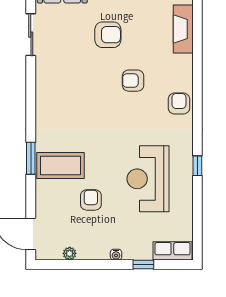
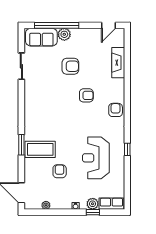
armchair: (133, 81) -> (86, 95), turned 180
plant: (143, 251) -> (93, 204), added

